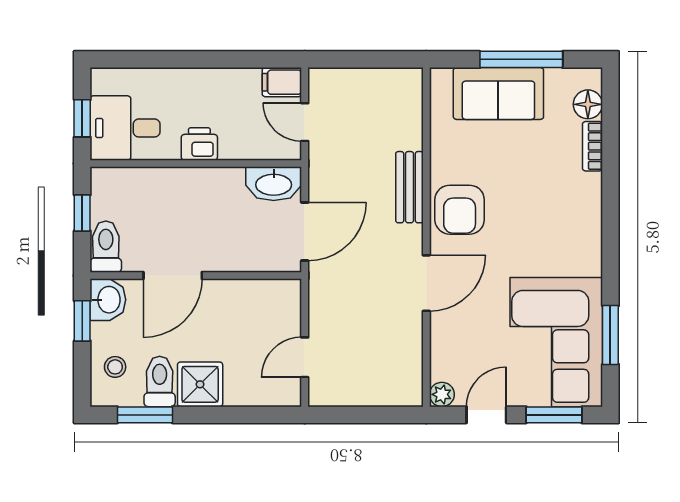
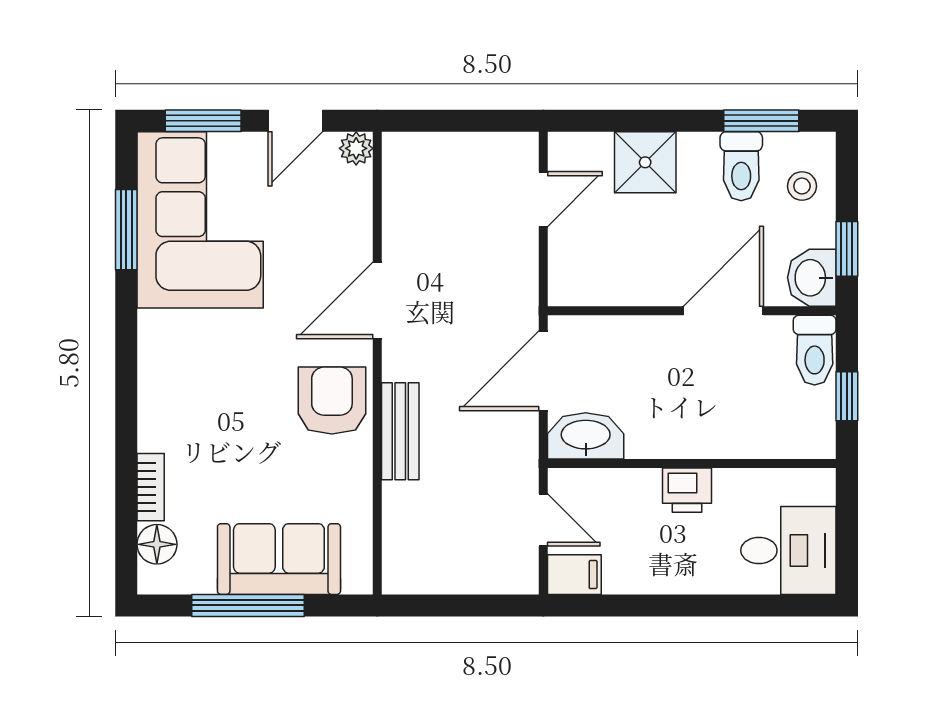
window: (82, 118) -> (847, 525), removed
desk: (125, 128) -> (788, 550), moved
shower: (200, 384) -> (645, 162), moved

